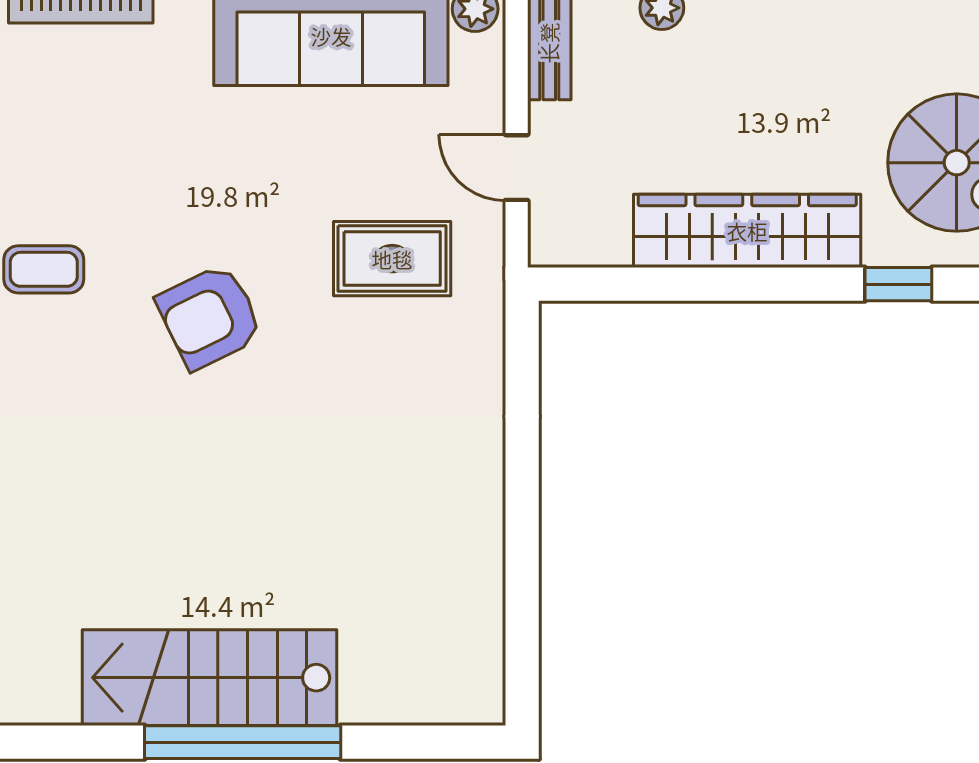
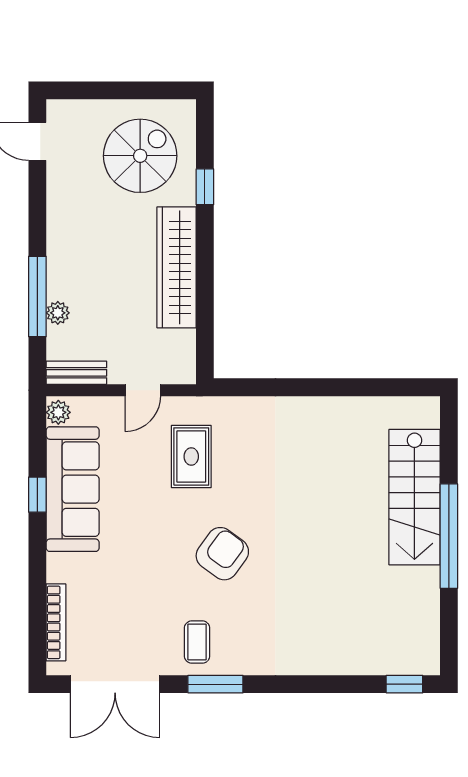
armchair: (210, 317) -> (222, 554), turned -118
stairs: (209, 678) -> (414, 497), moved

